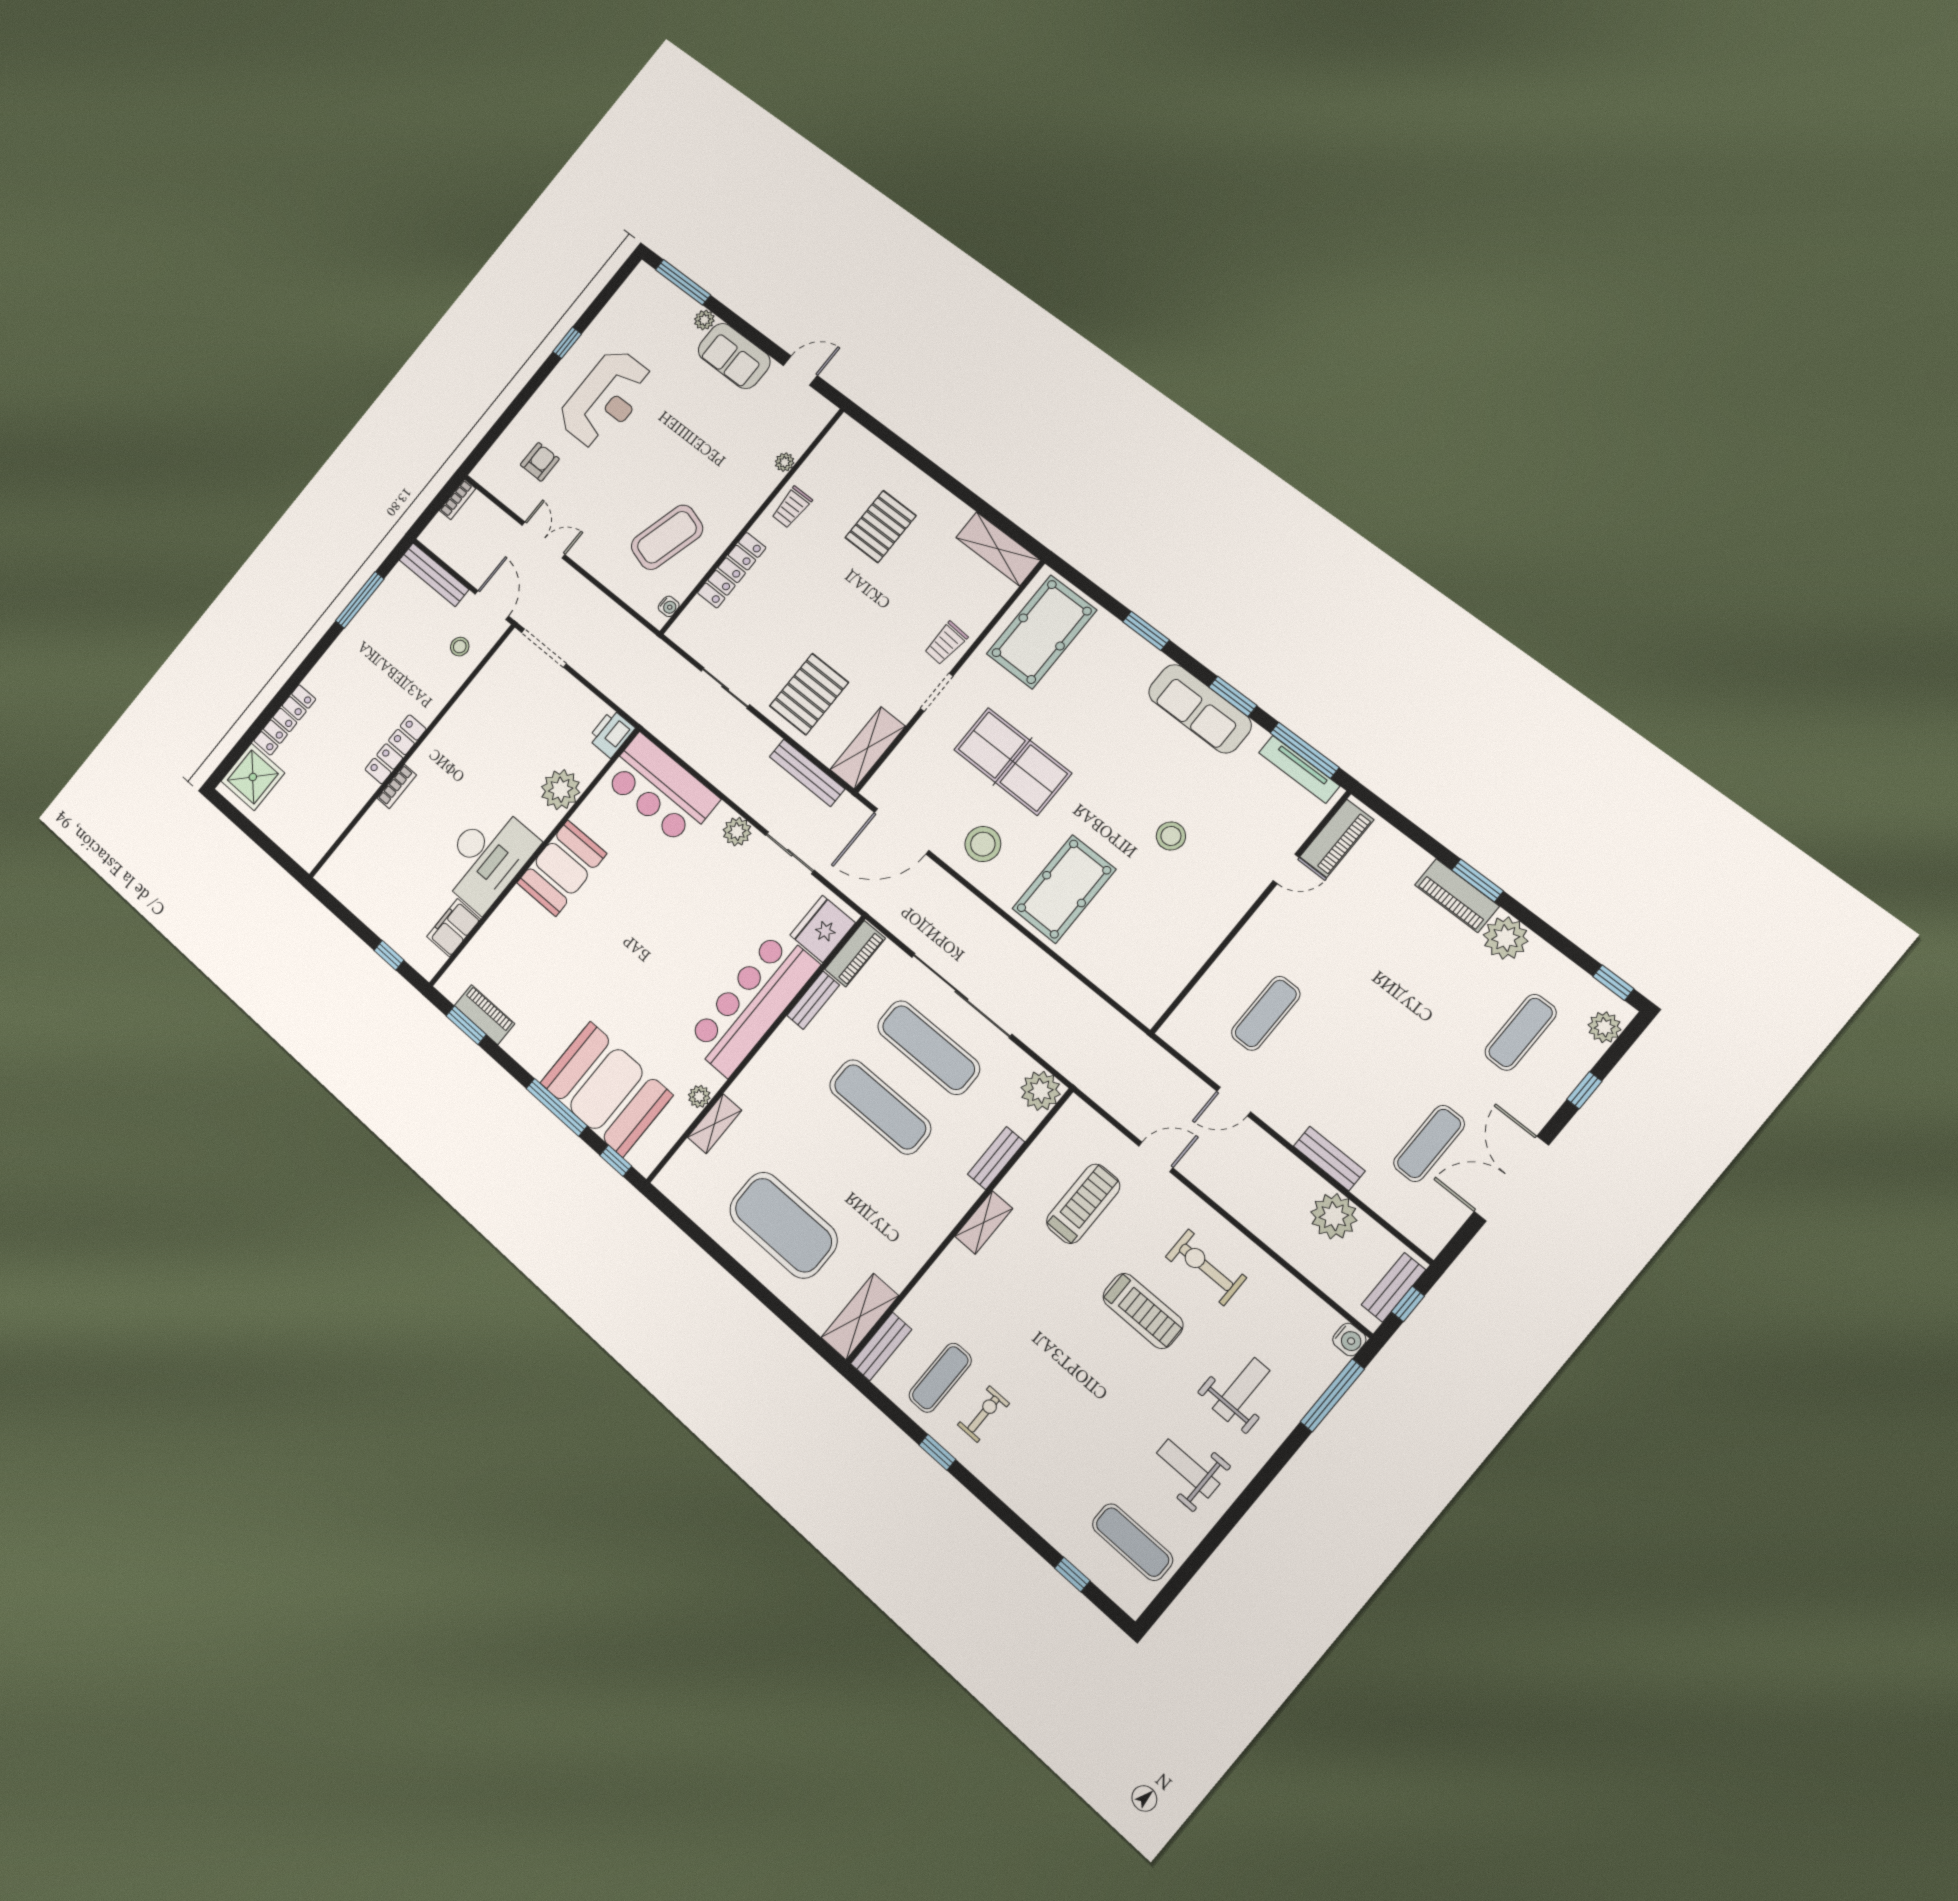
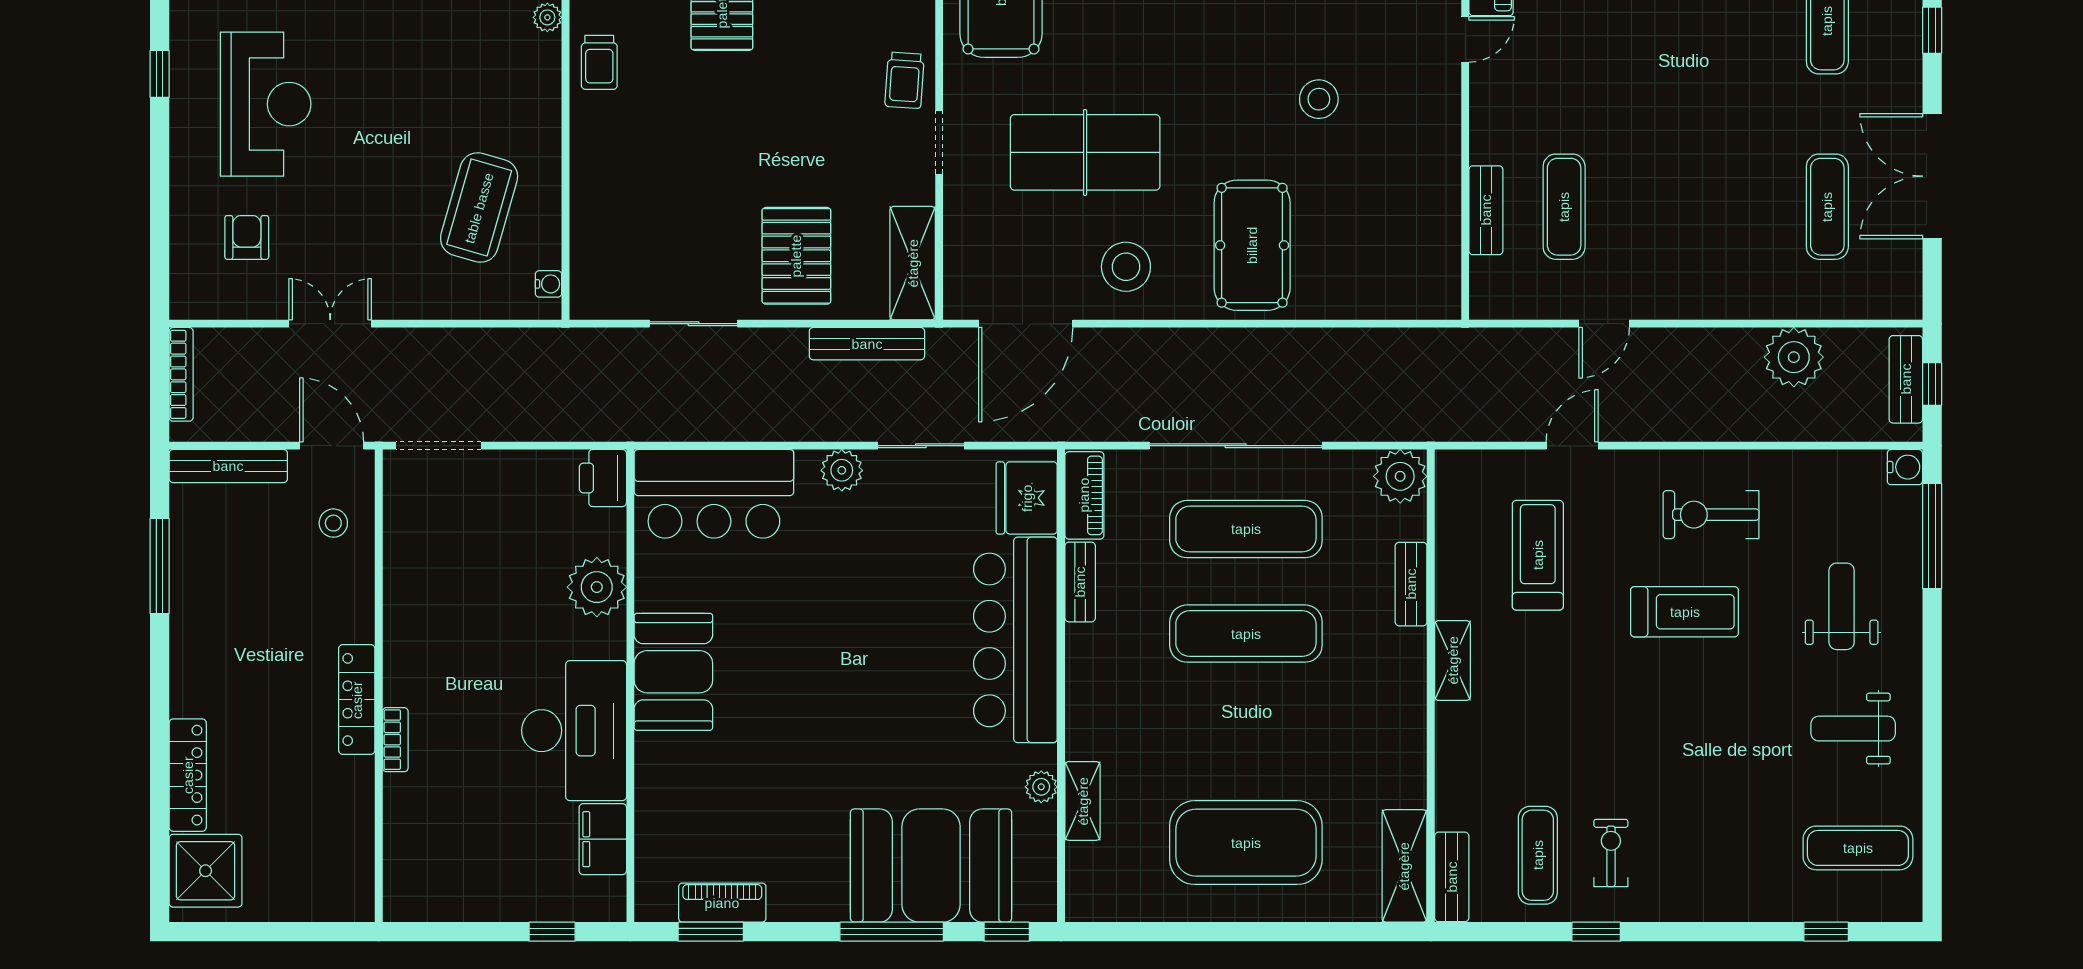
bookcase: (458, 499) -> (181, 374), width x1.56
locker: (732, 570) -> (589, 187), removed
bench: (1329, 1159) -> (1486, 210), moved, turned 90

